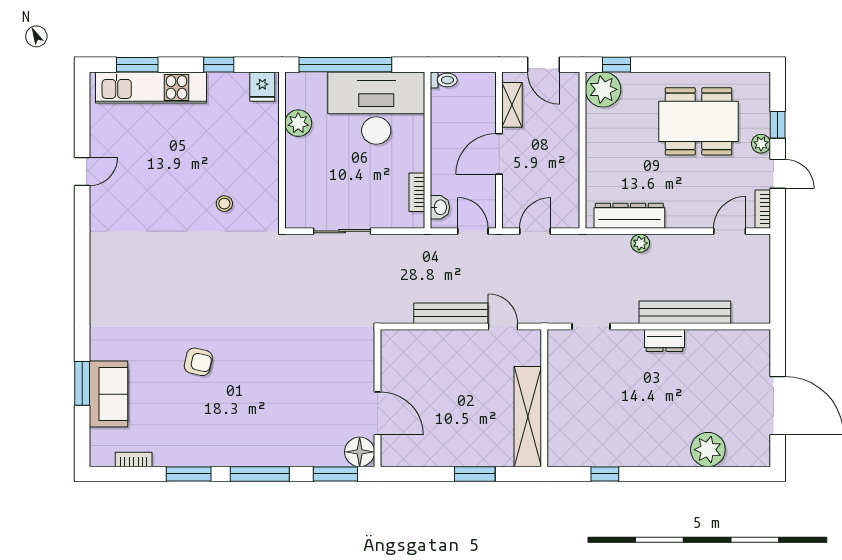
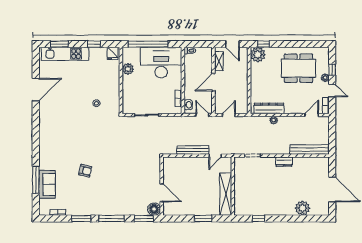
door: (82, 171) -> (36, 90), width x1.88
bench: (685, 312) -> (310, 150), moved
door: (503, 327) -> (215, 156), swing flipped
window: (82, 383) -> (36, 180), width x1.44

